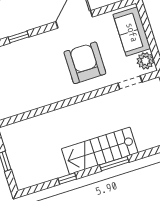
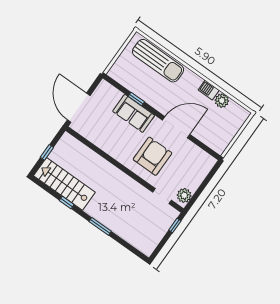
sofa: (132, 32) -> (134, 113), moved, turned -90
stairs: (100, 151) -> (64, 184), moved

